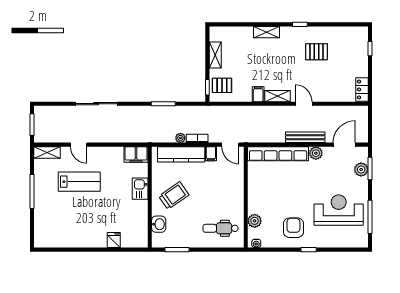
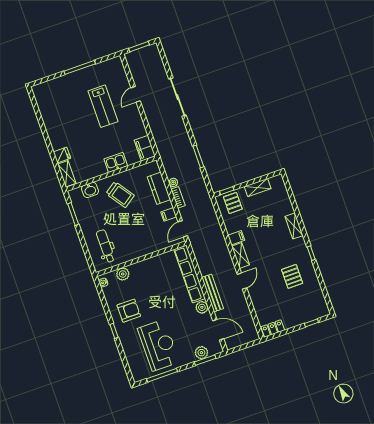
shelving: (47, 152) -> (67, 174), moved
kitchen counter: (181, 154) -> (159, 188), width x0.67

